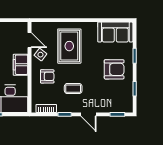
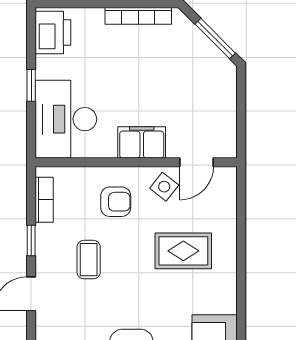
rug: (69, 46) -> (183, 251), width x0.73, depth x0.70
armchair: (47, 76) -> (116, 202), turned -90

